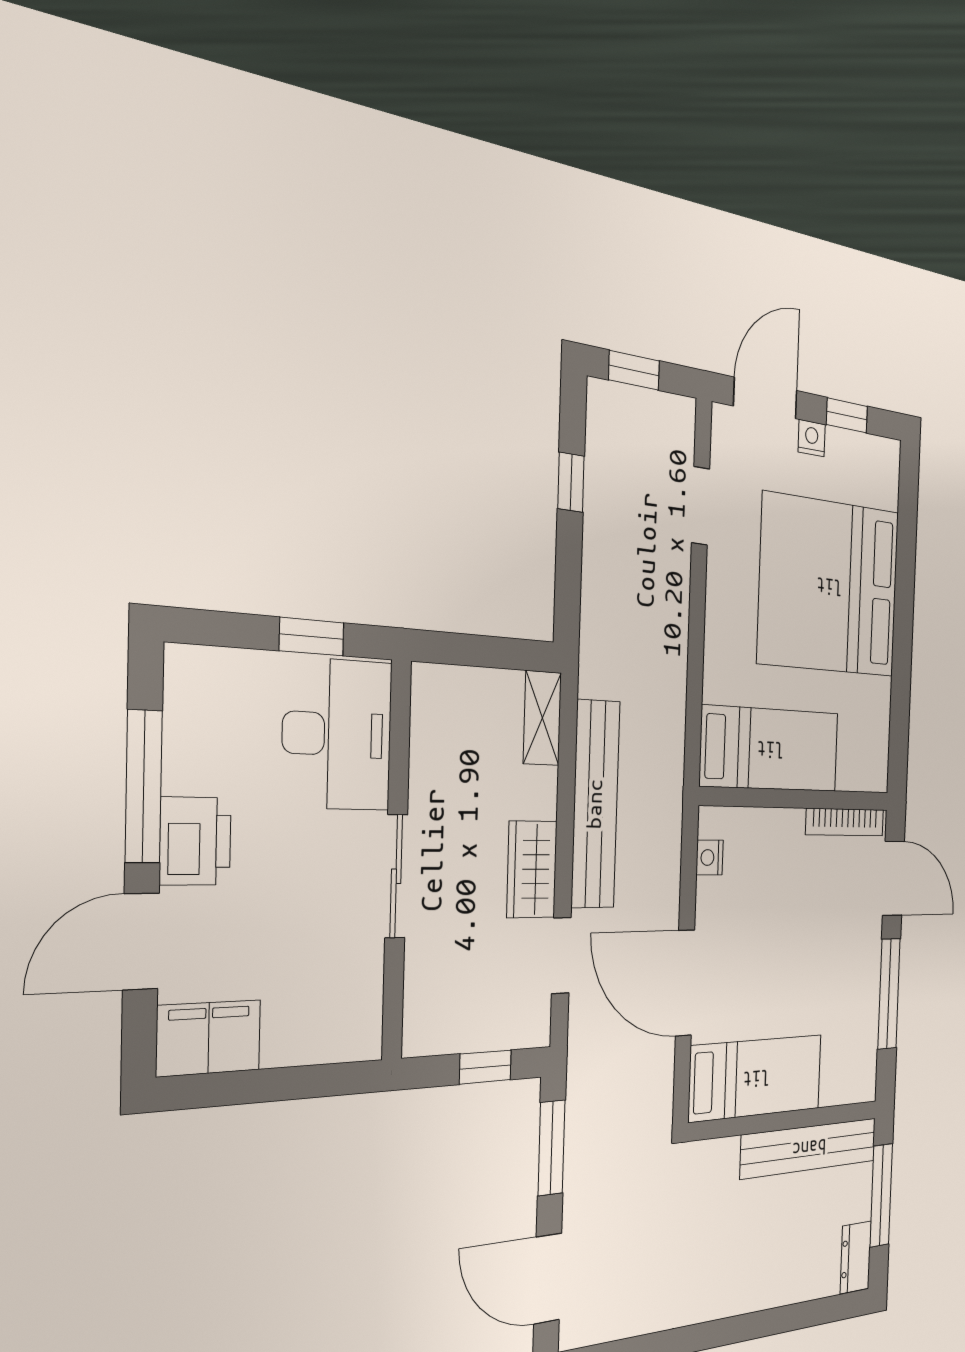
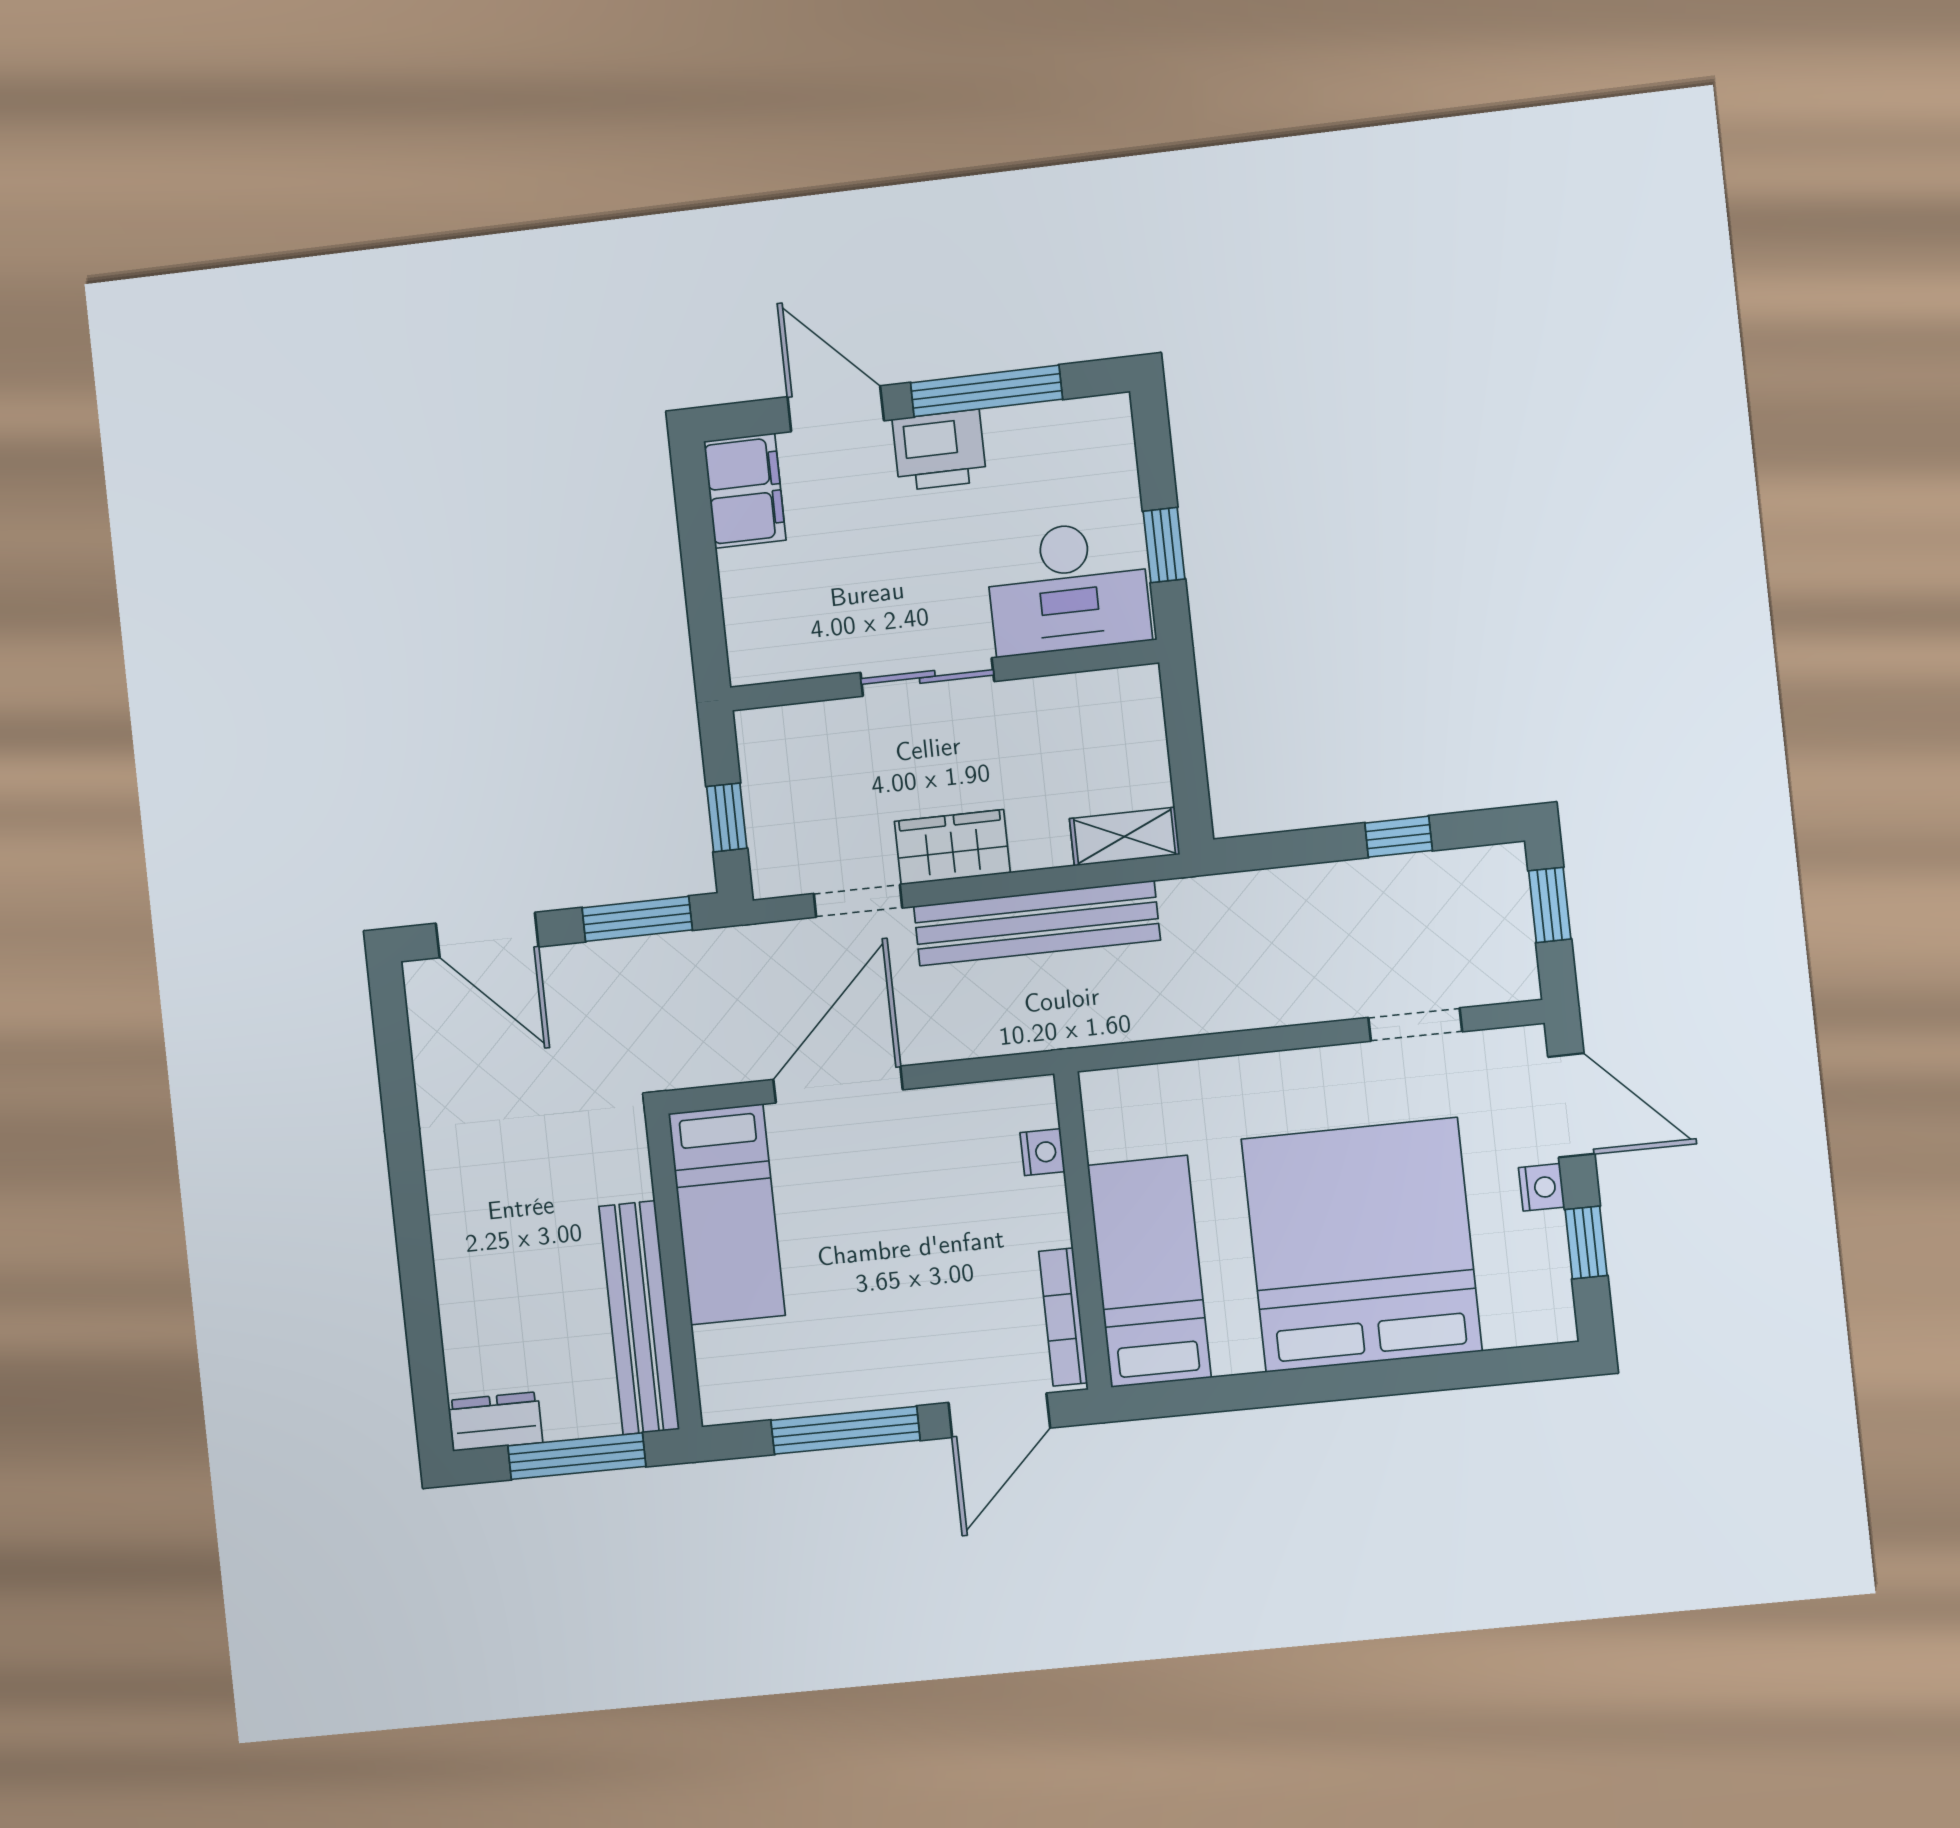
bed: (770, 749) -> (1149, 1271), moved, turned 180
nightstand: (710, 857) -> (1043, 1152), moved, turned 90
door: (548, 1279) -> (487, 935), swing flipped

